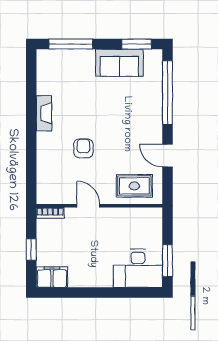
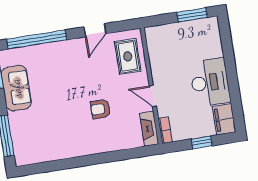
fireplace: (44, 113) -> (149, 129), moved, turned -90
door: (88, 206) -> (153, 96), hinge flipped
desk: (138, 268) -> (210, 82), moved

